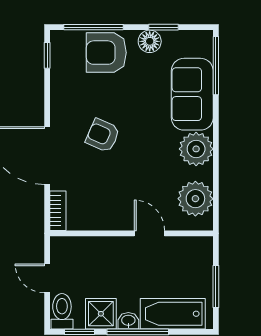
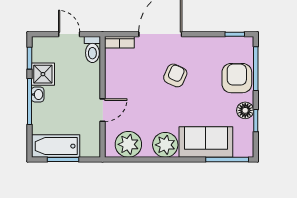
door: (47, 278) -> (69, 34), hinge flipped
toilet: (62, 311) -> (92, 50), moved, turned 90
bathtub: (173, 314) -> (56, 146), moved, turned -90

